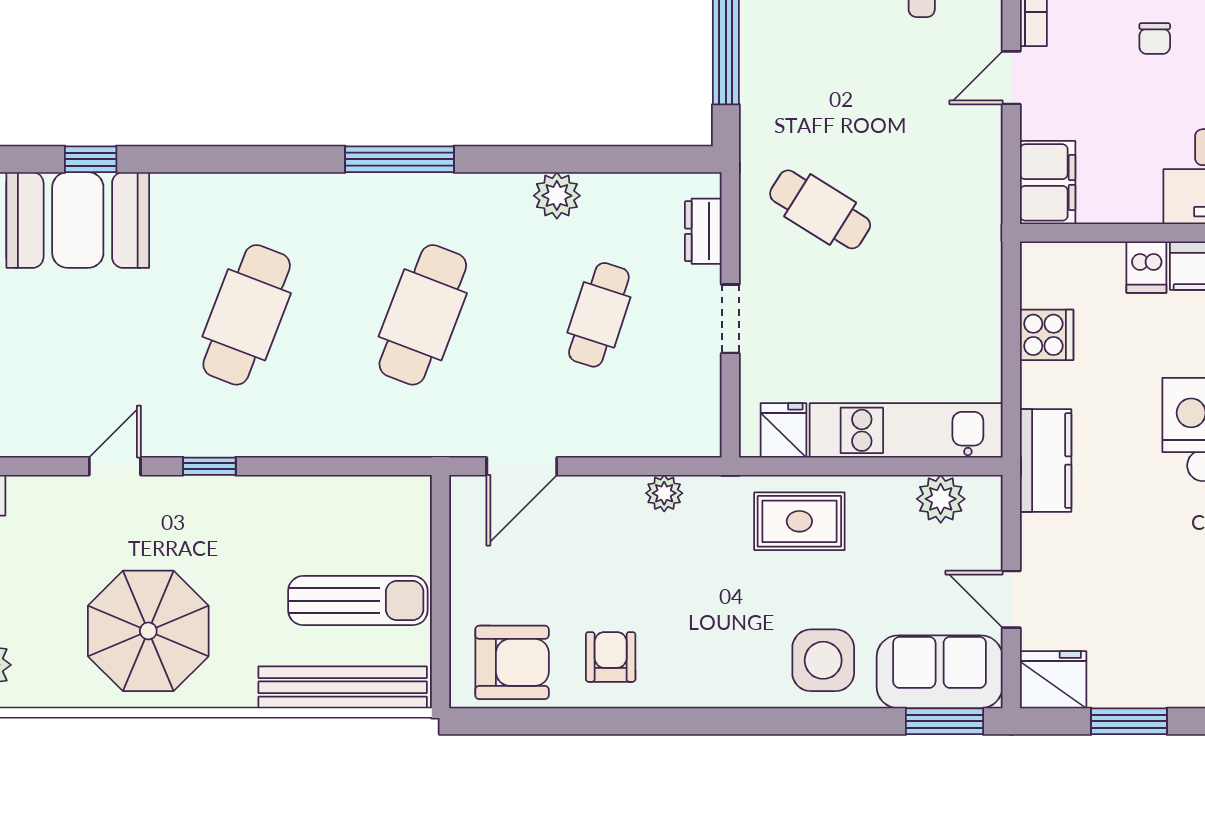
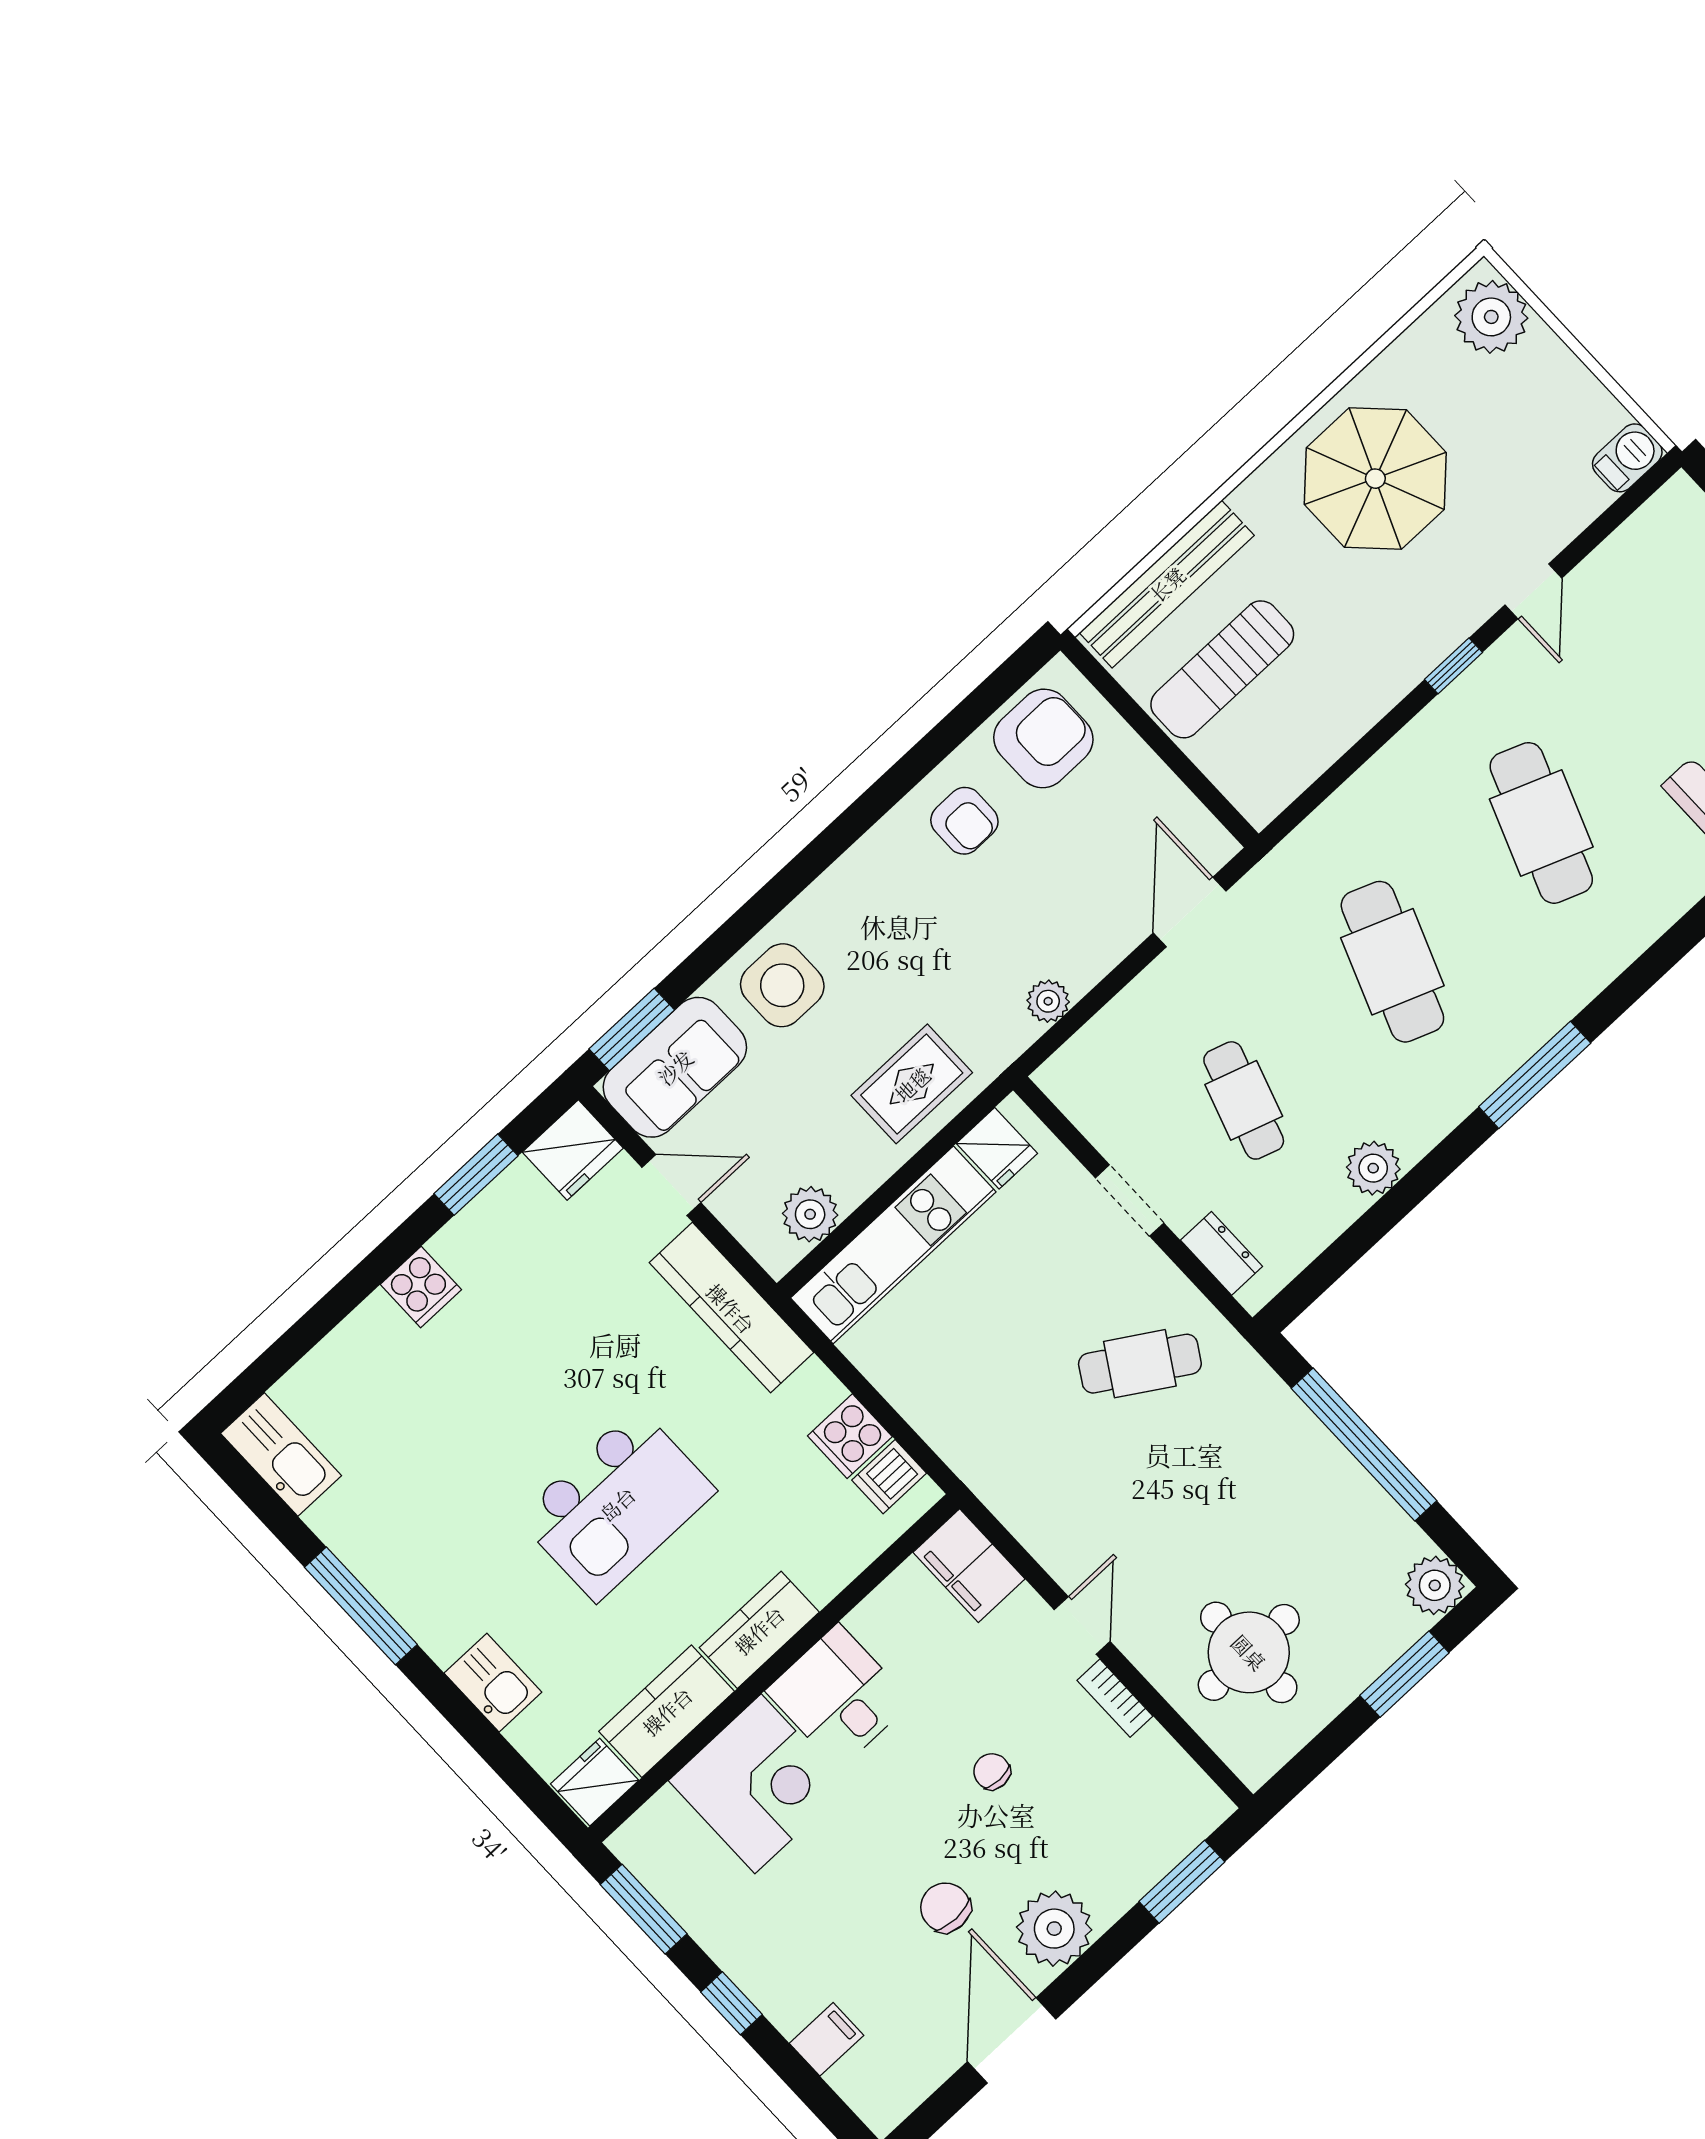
dishwasher: (1146, 267) -> (889, 1477), moved, turned -90
kitchen counter: (1046, 460) -> (731, 1308), width x1.50
armchair: (512, 662) -> (1043, 738), turned 180

